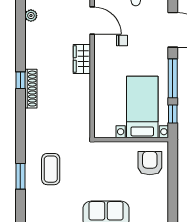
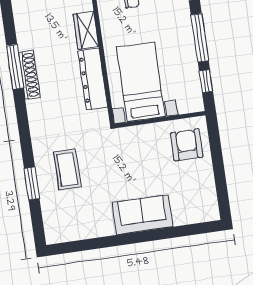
window: (20, 80) -> (15, 67), width x2.17
dresser: (82, 99) -> (93, 79), added
bed with nightstands: (142, 107) -> (141, 82), moved

